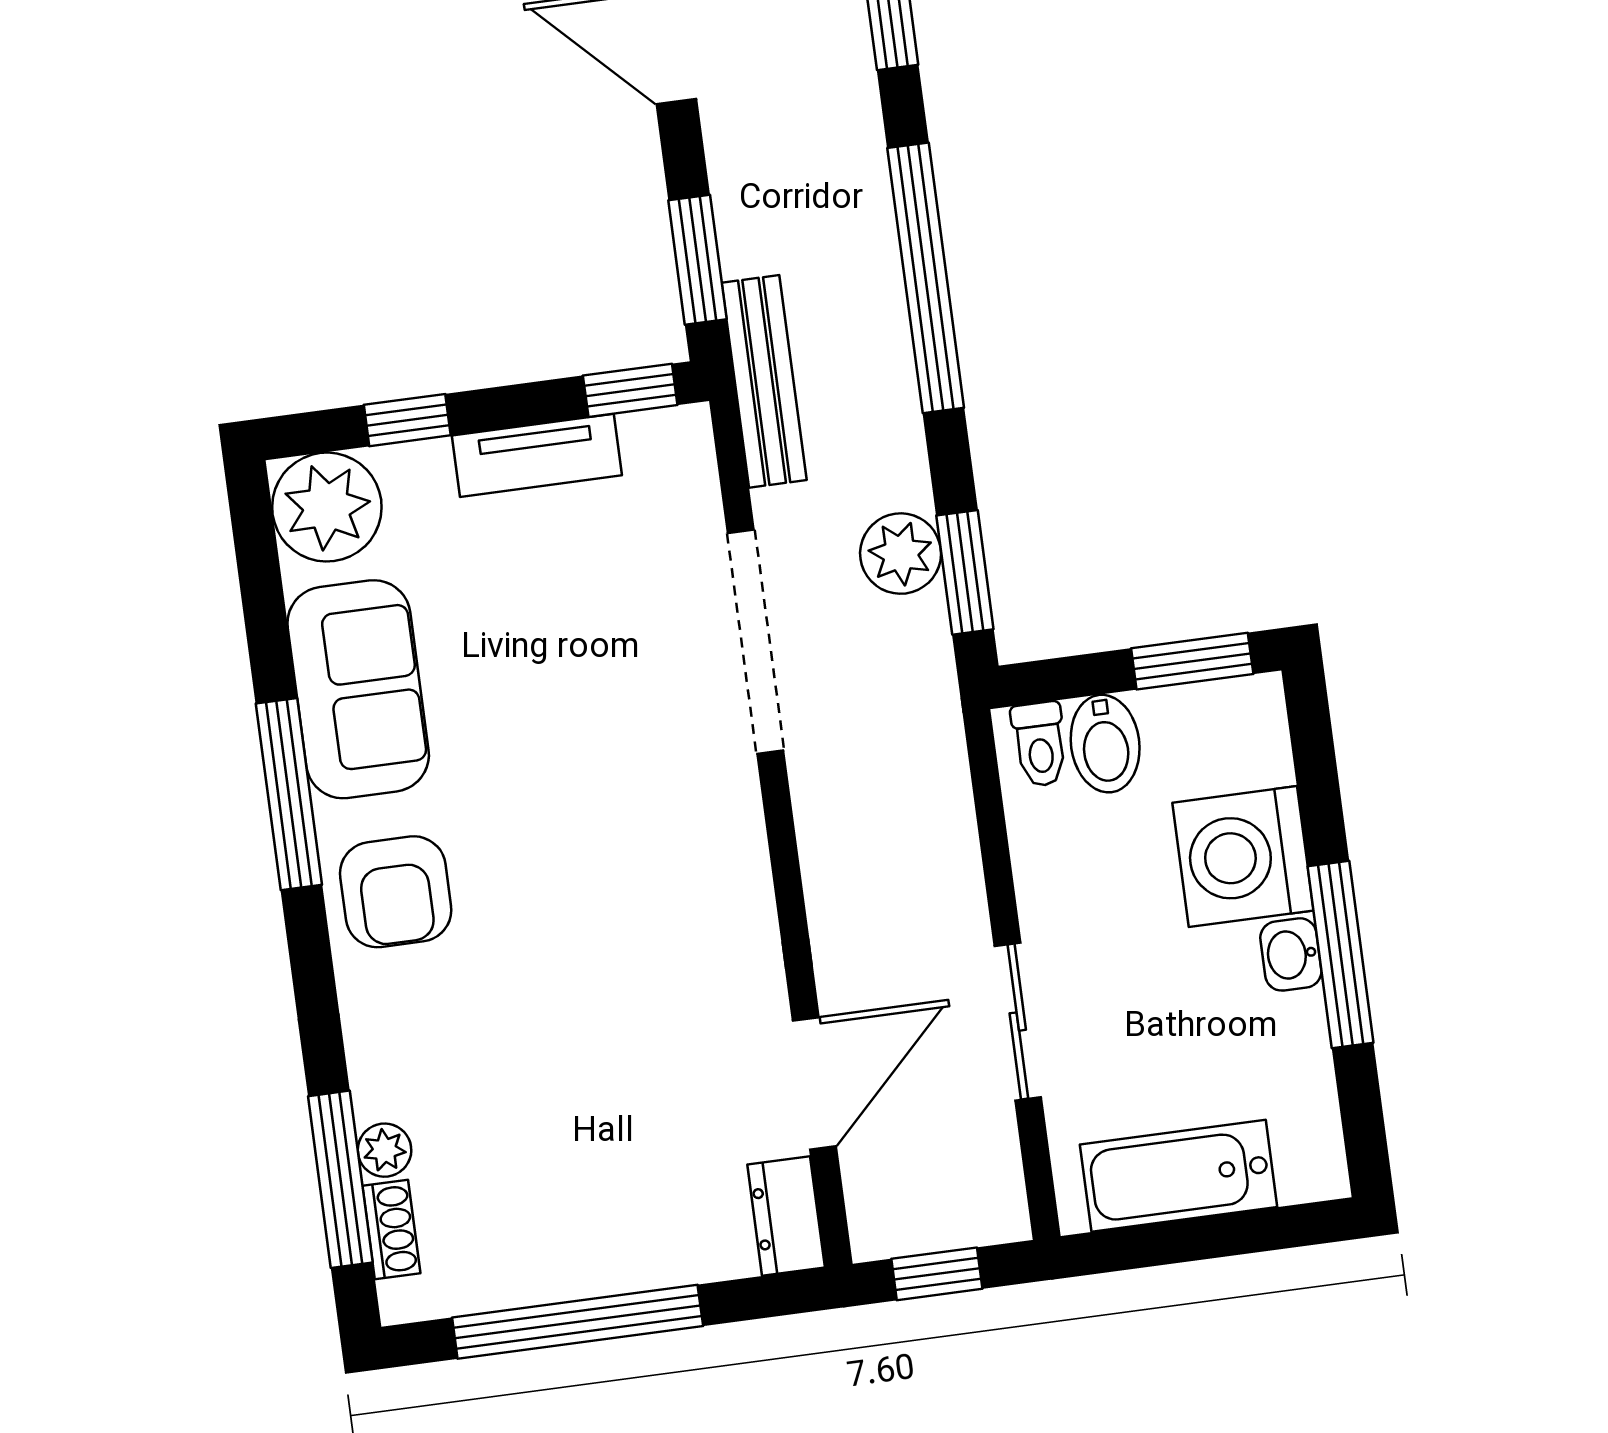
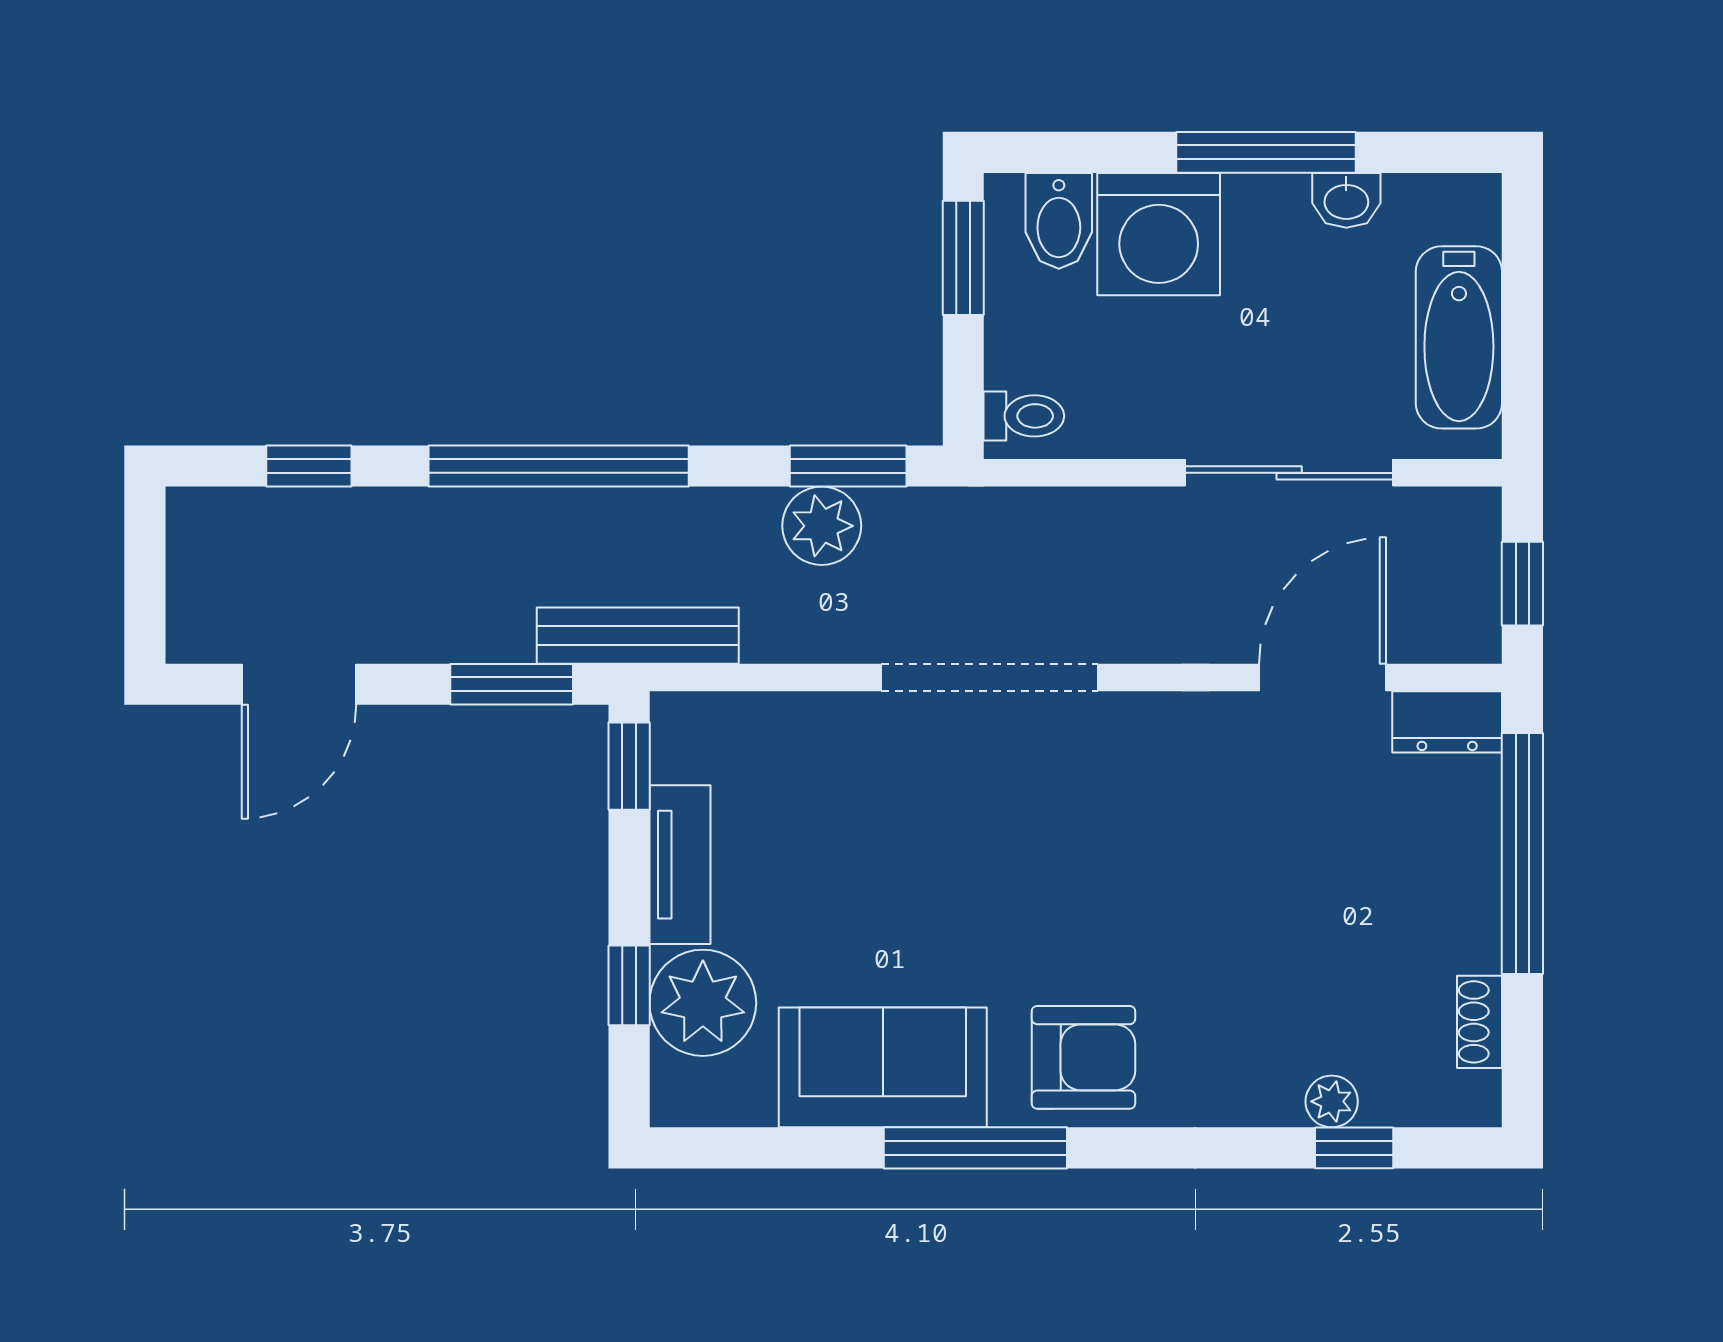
plant: (327, 507) -> (703, 1003), moved
doorway: (755, 642) -> (989, 677), moved
bidet: (1105, 744) -> (1059, 221), moved, turned 90
washbasin: (1291, 954) -> (1346, 200), moved
sliding door: (1018, 1022) -> (1289, 473), width x1.37
door: (814, 1083) -> (1323, 677), hinge flipped
window: (340, 1179) -> (1354, 1148), width x0.46
shoe rack: (391, 1230) -> (1480, 1022), moved, turned -90
window: (578, 1322) -> (1522, 854), moved

